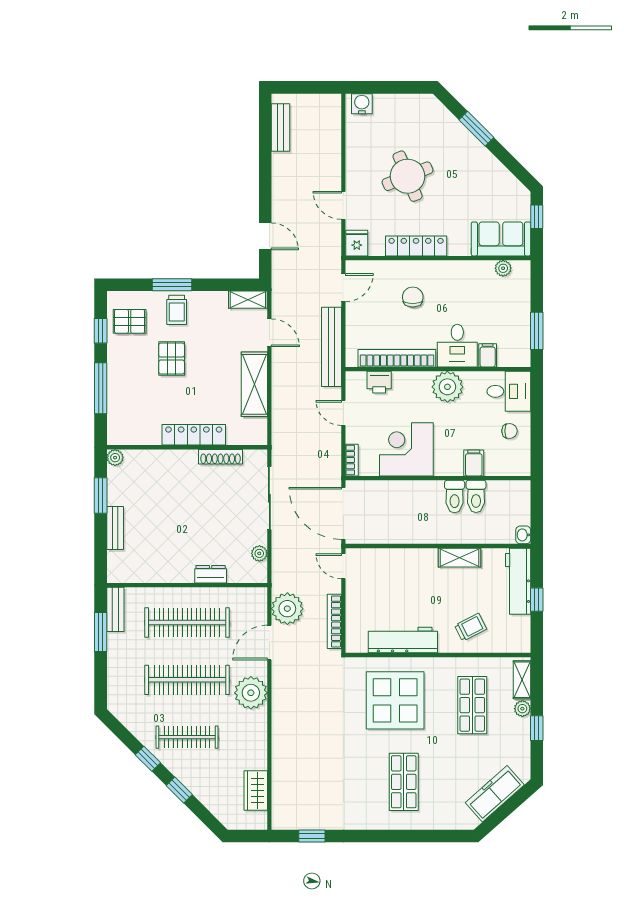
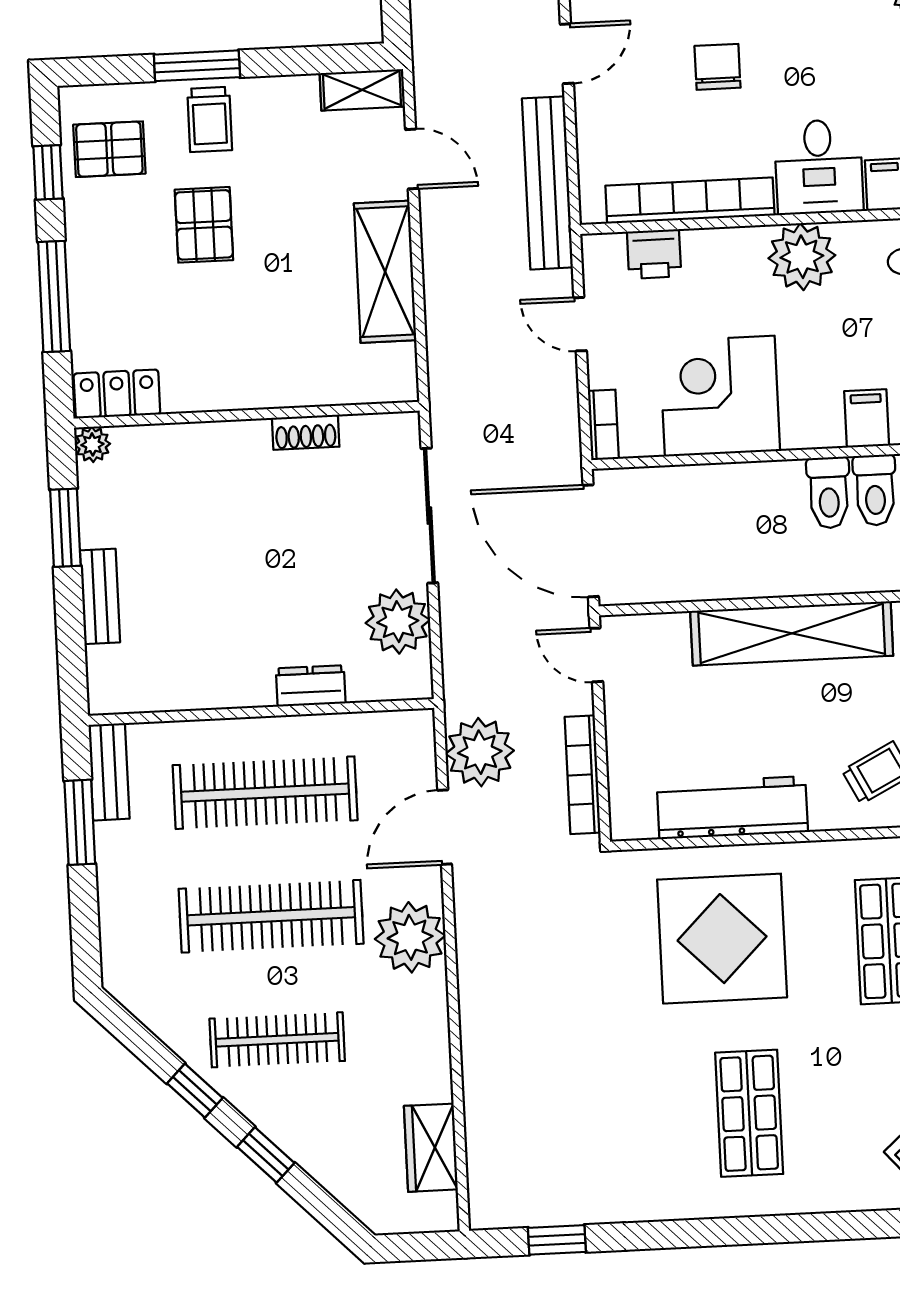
locker: (194, 435) -> (117, 394), moved, width x0.66
shoe rack: (221, 457) -> (306, 432), width x0.70
plant: (259, 553) -> (398, 622), width x1.88, depth x1.88
shelving: (460, 558) -> (792, 633), width x2.20, depth x1.33

